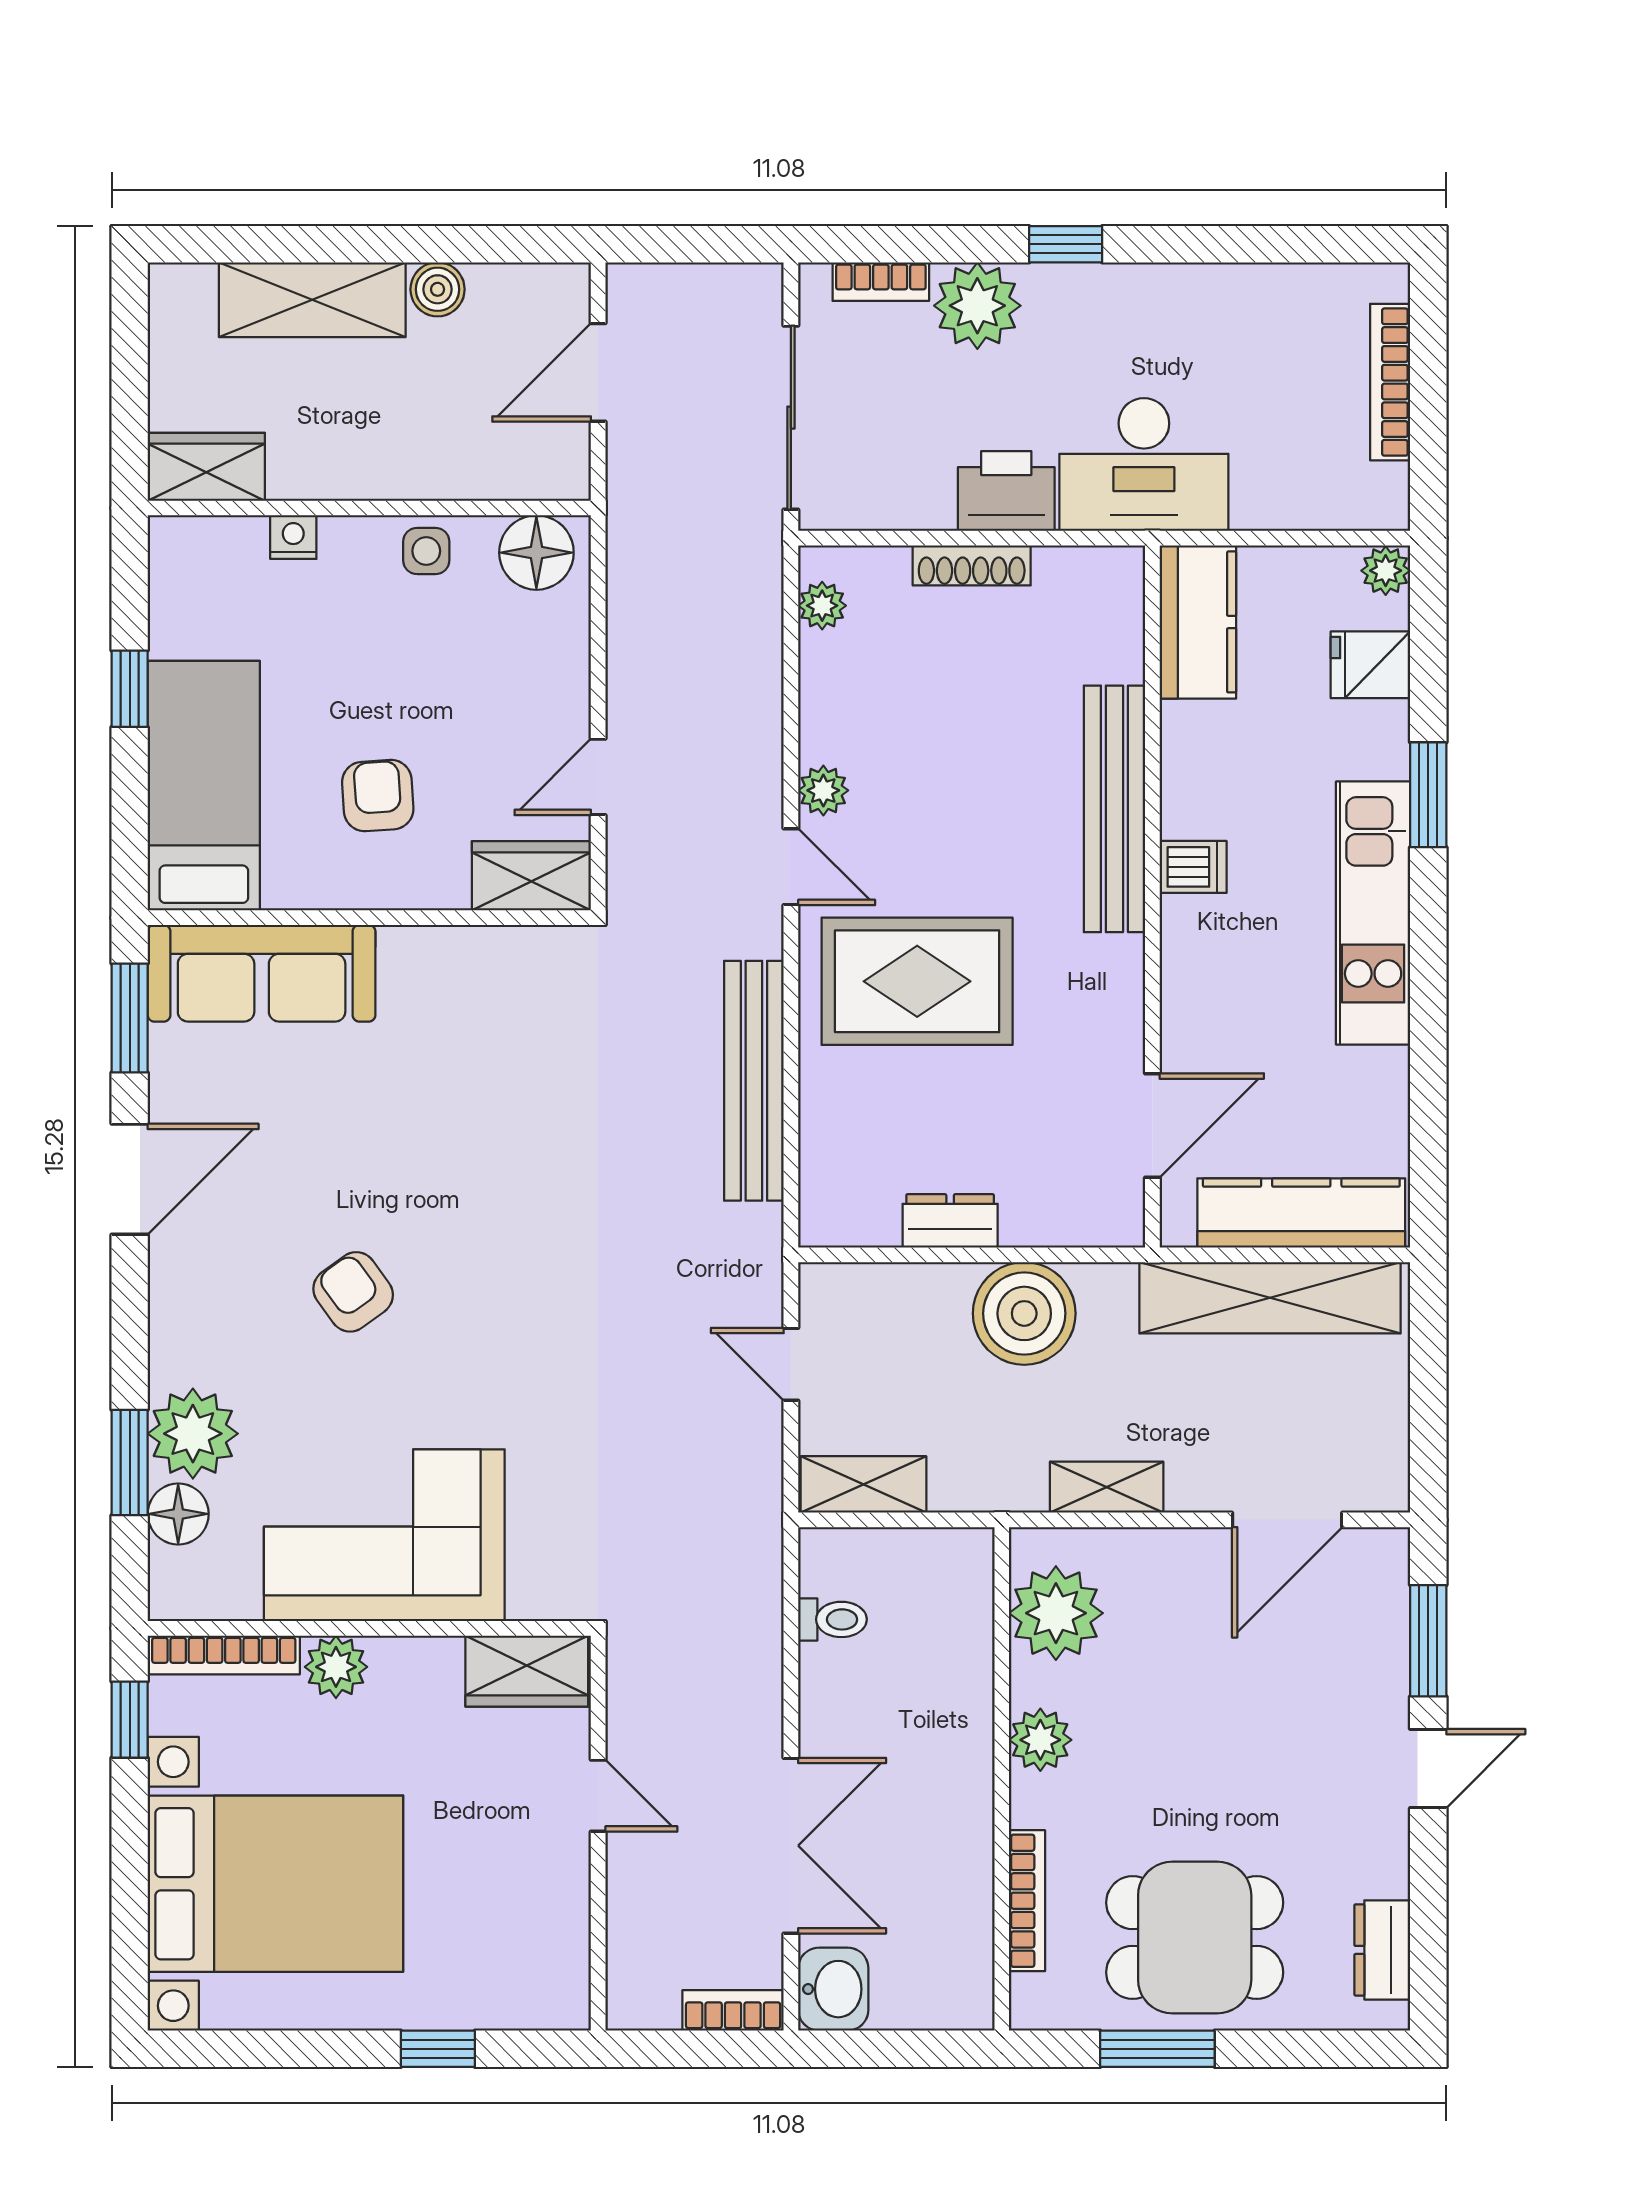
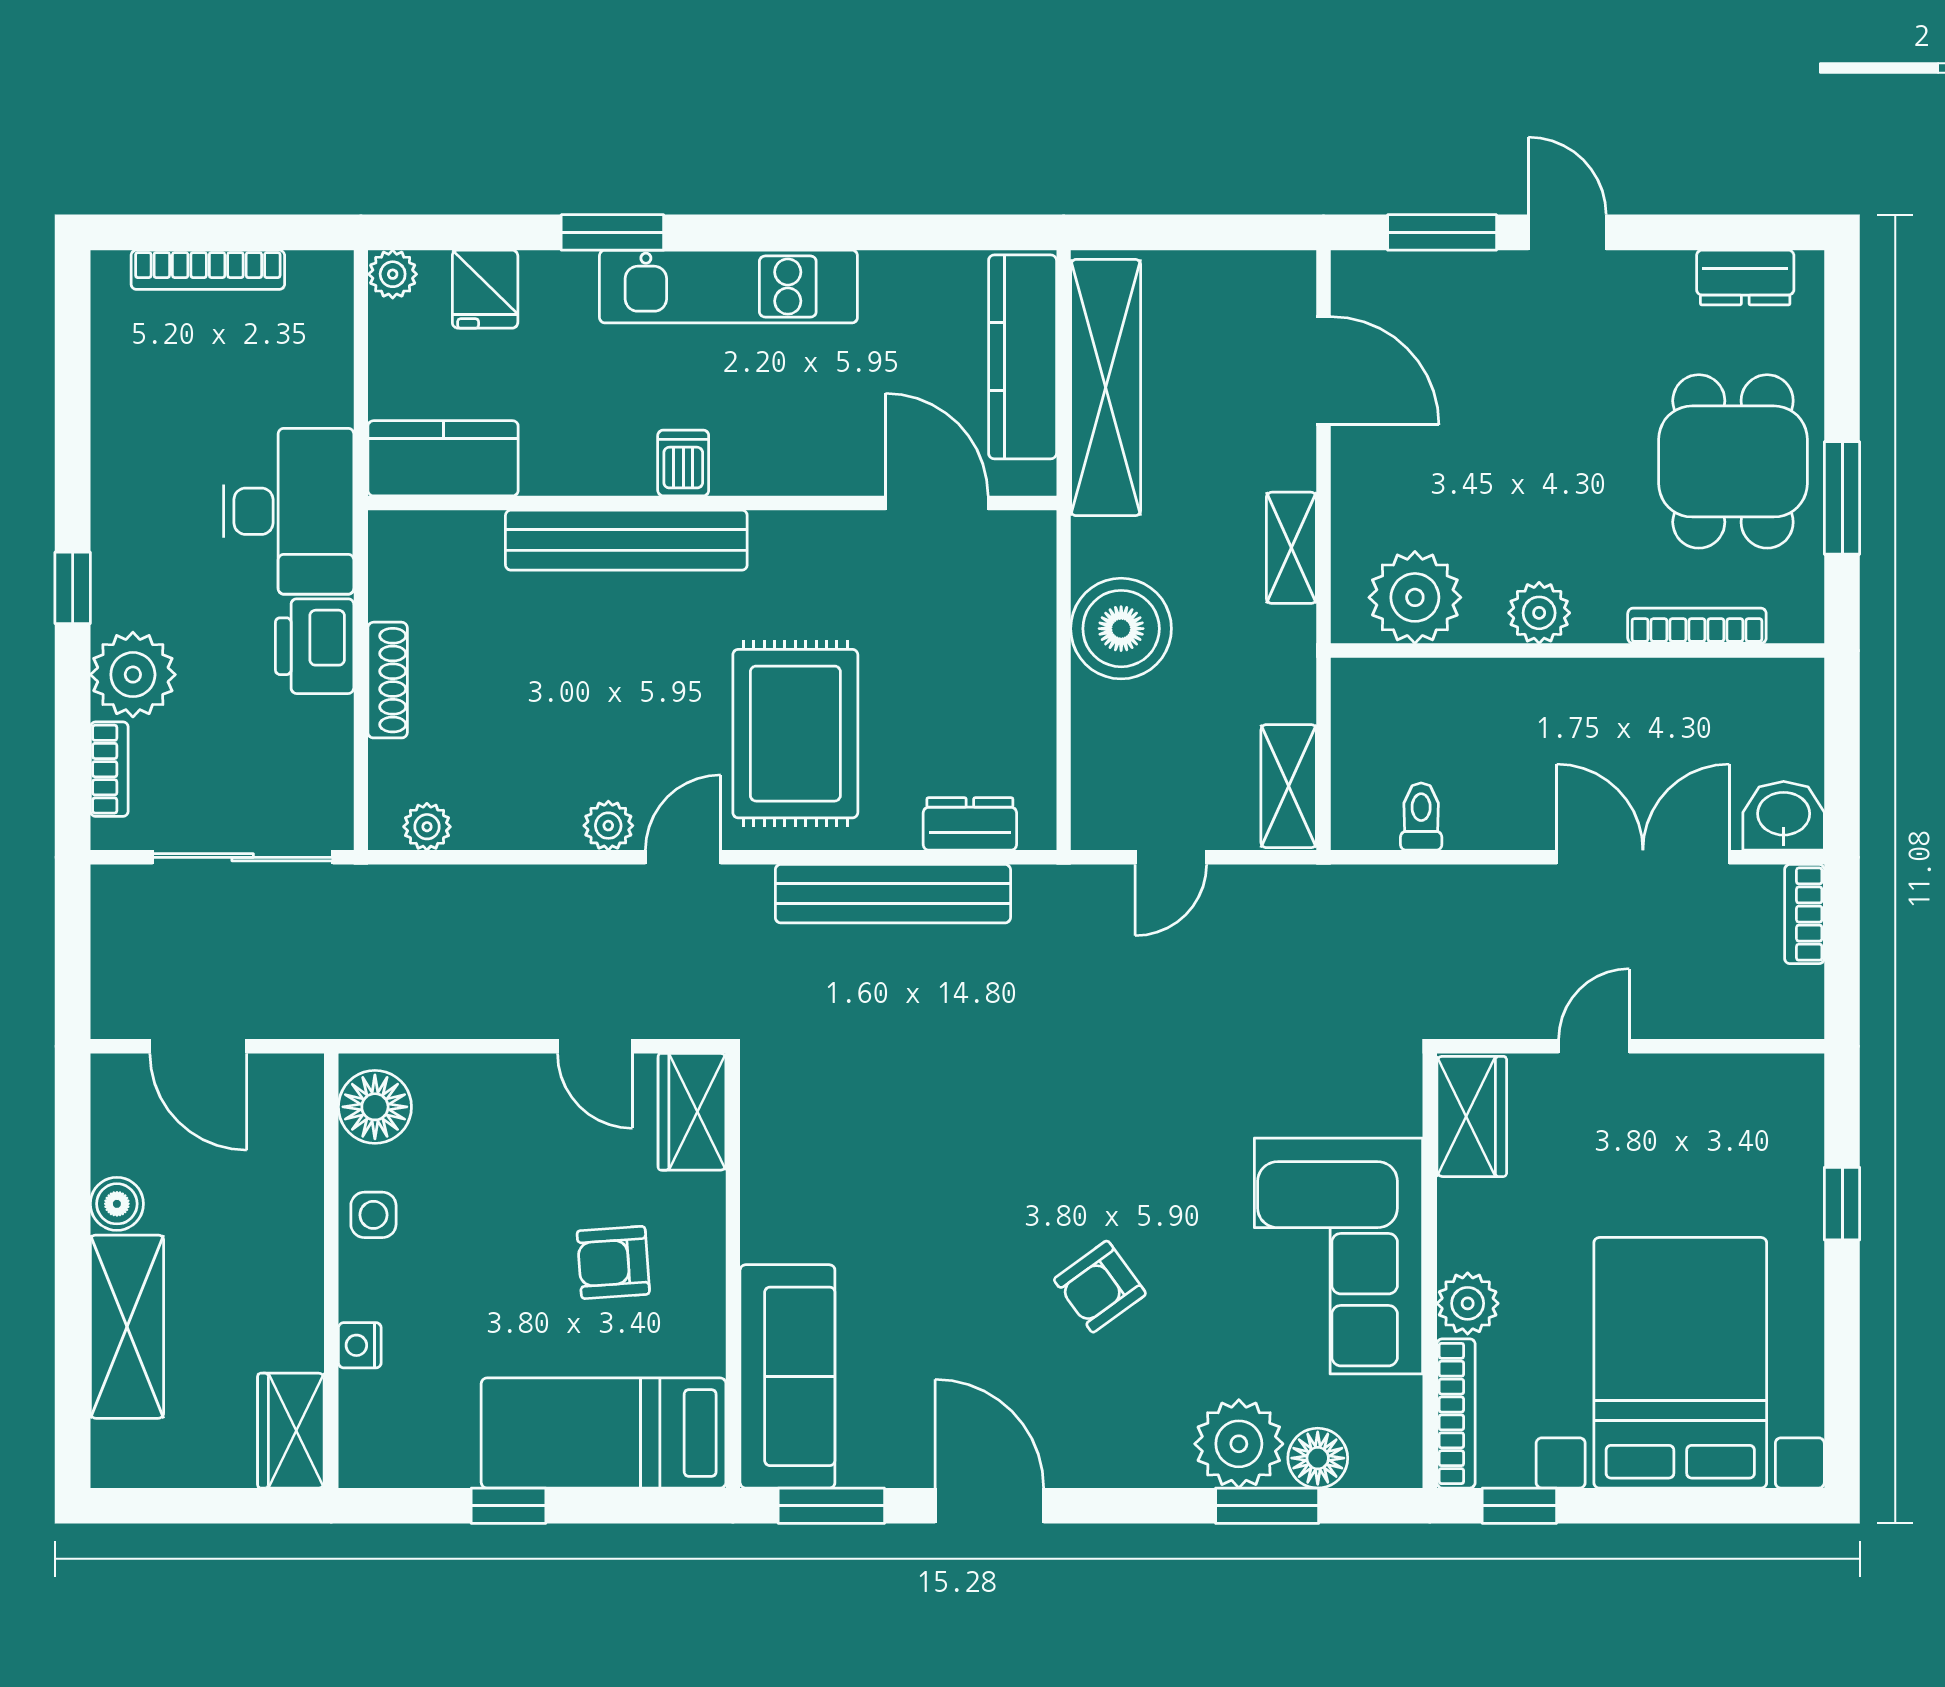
dresser: (950, 1221) -> (970, 824), moved, turned 90

